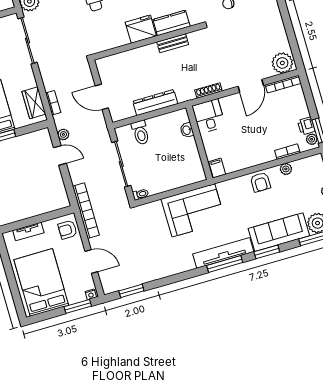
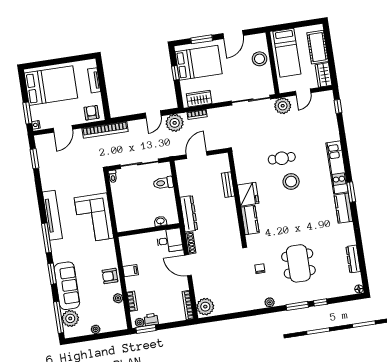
bench: (173, 43) -> (228, 185), moved
door: (251, 86) -> (188, 265), moved
dresser: (155, 103) -> (189, 214), moved
plant: (63, 134) -> (175, 123), width x1.88, depth x1.88
filing cabinet: (217, 168) -> (131, 271), moved
tv unit: (223, 253) -> (52, 215), moved

